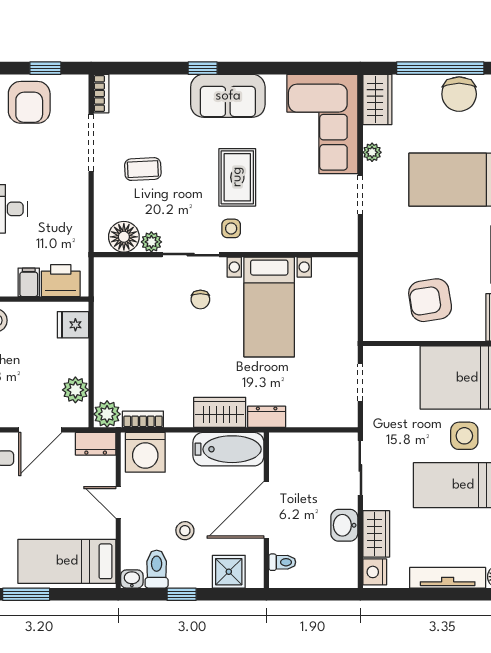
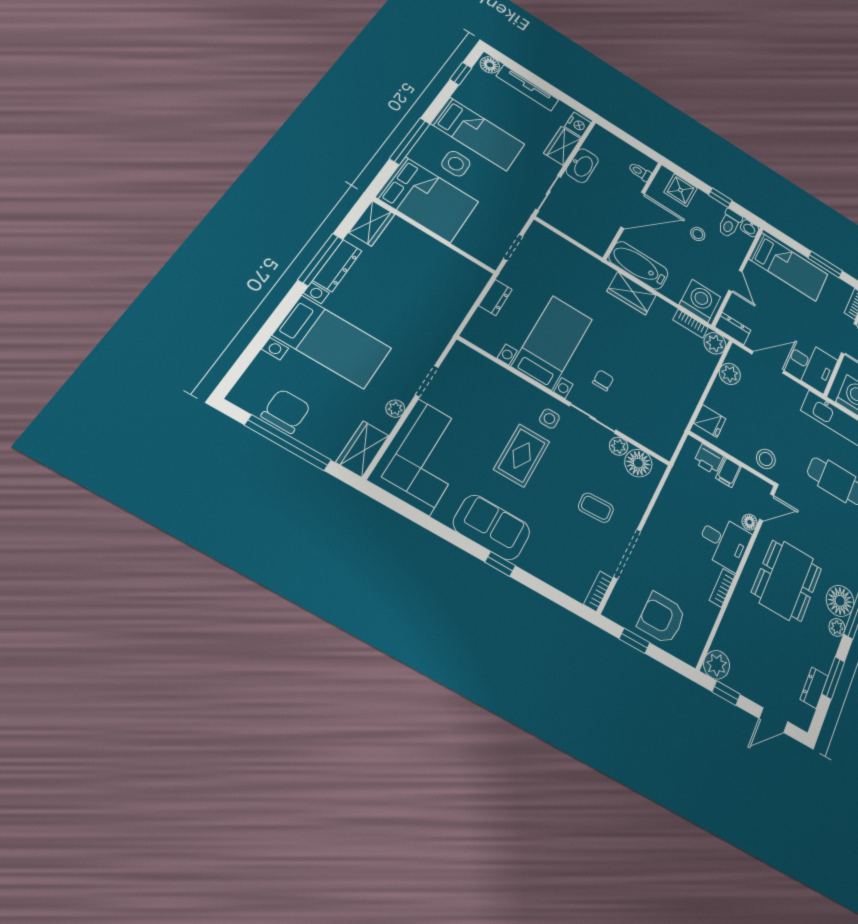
armchair: (29, 102) -> (662, 618), turned -90
printer: (61, 281) -> (709, 459), width x0.73, depth x0.81
armchair: (430, 300) -> (420, 269), removed
dresser: (267, 417) -> (495, 297), moved, turned -90
washbasin: (344, 525) -> (582, 166), width x1.38

